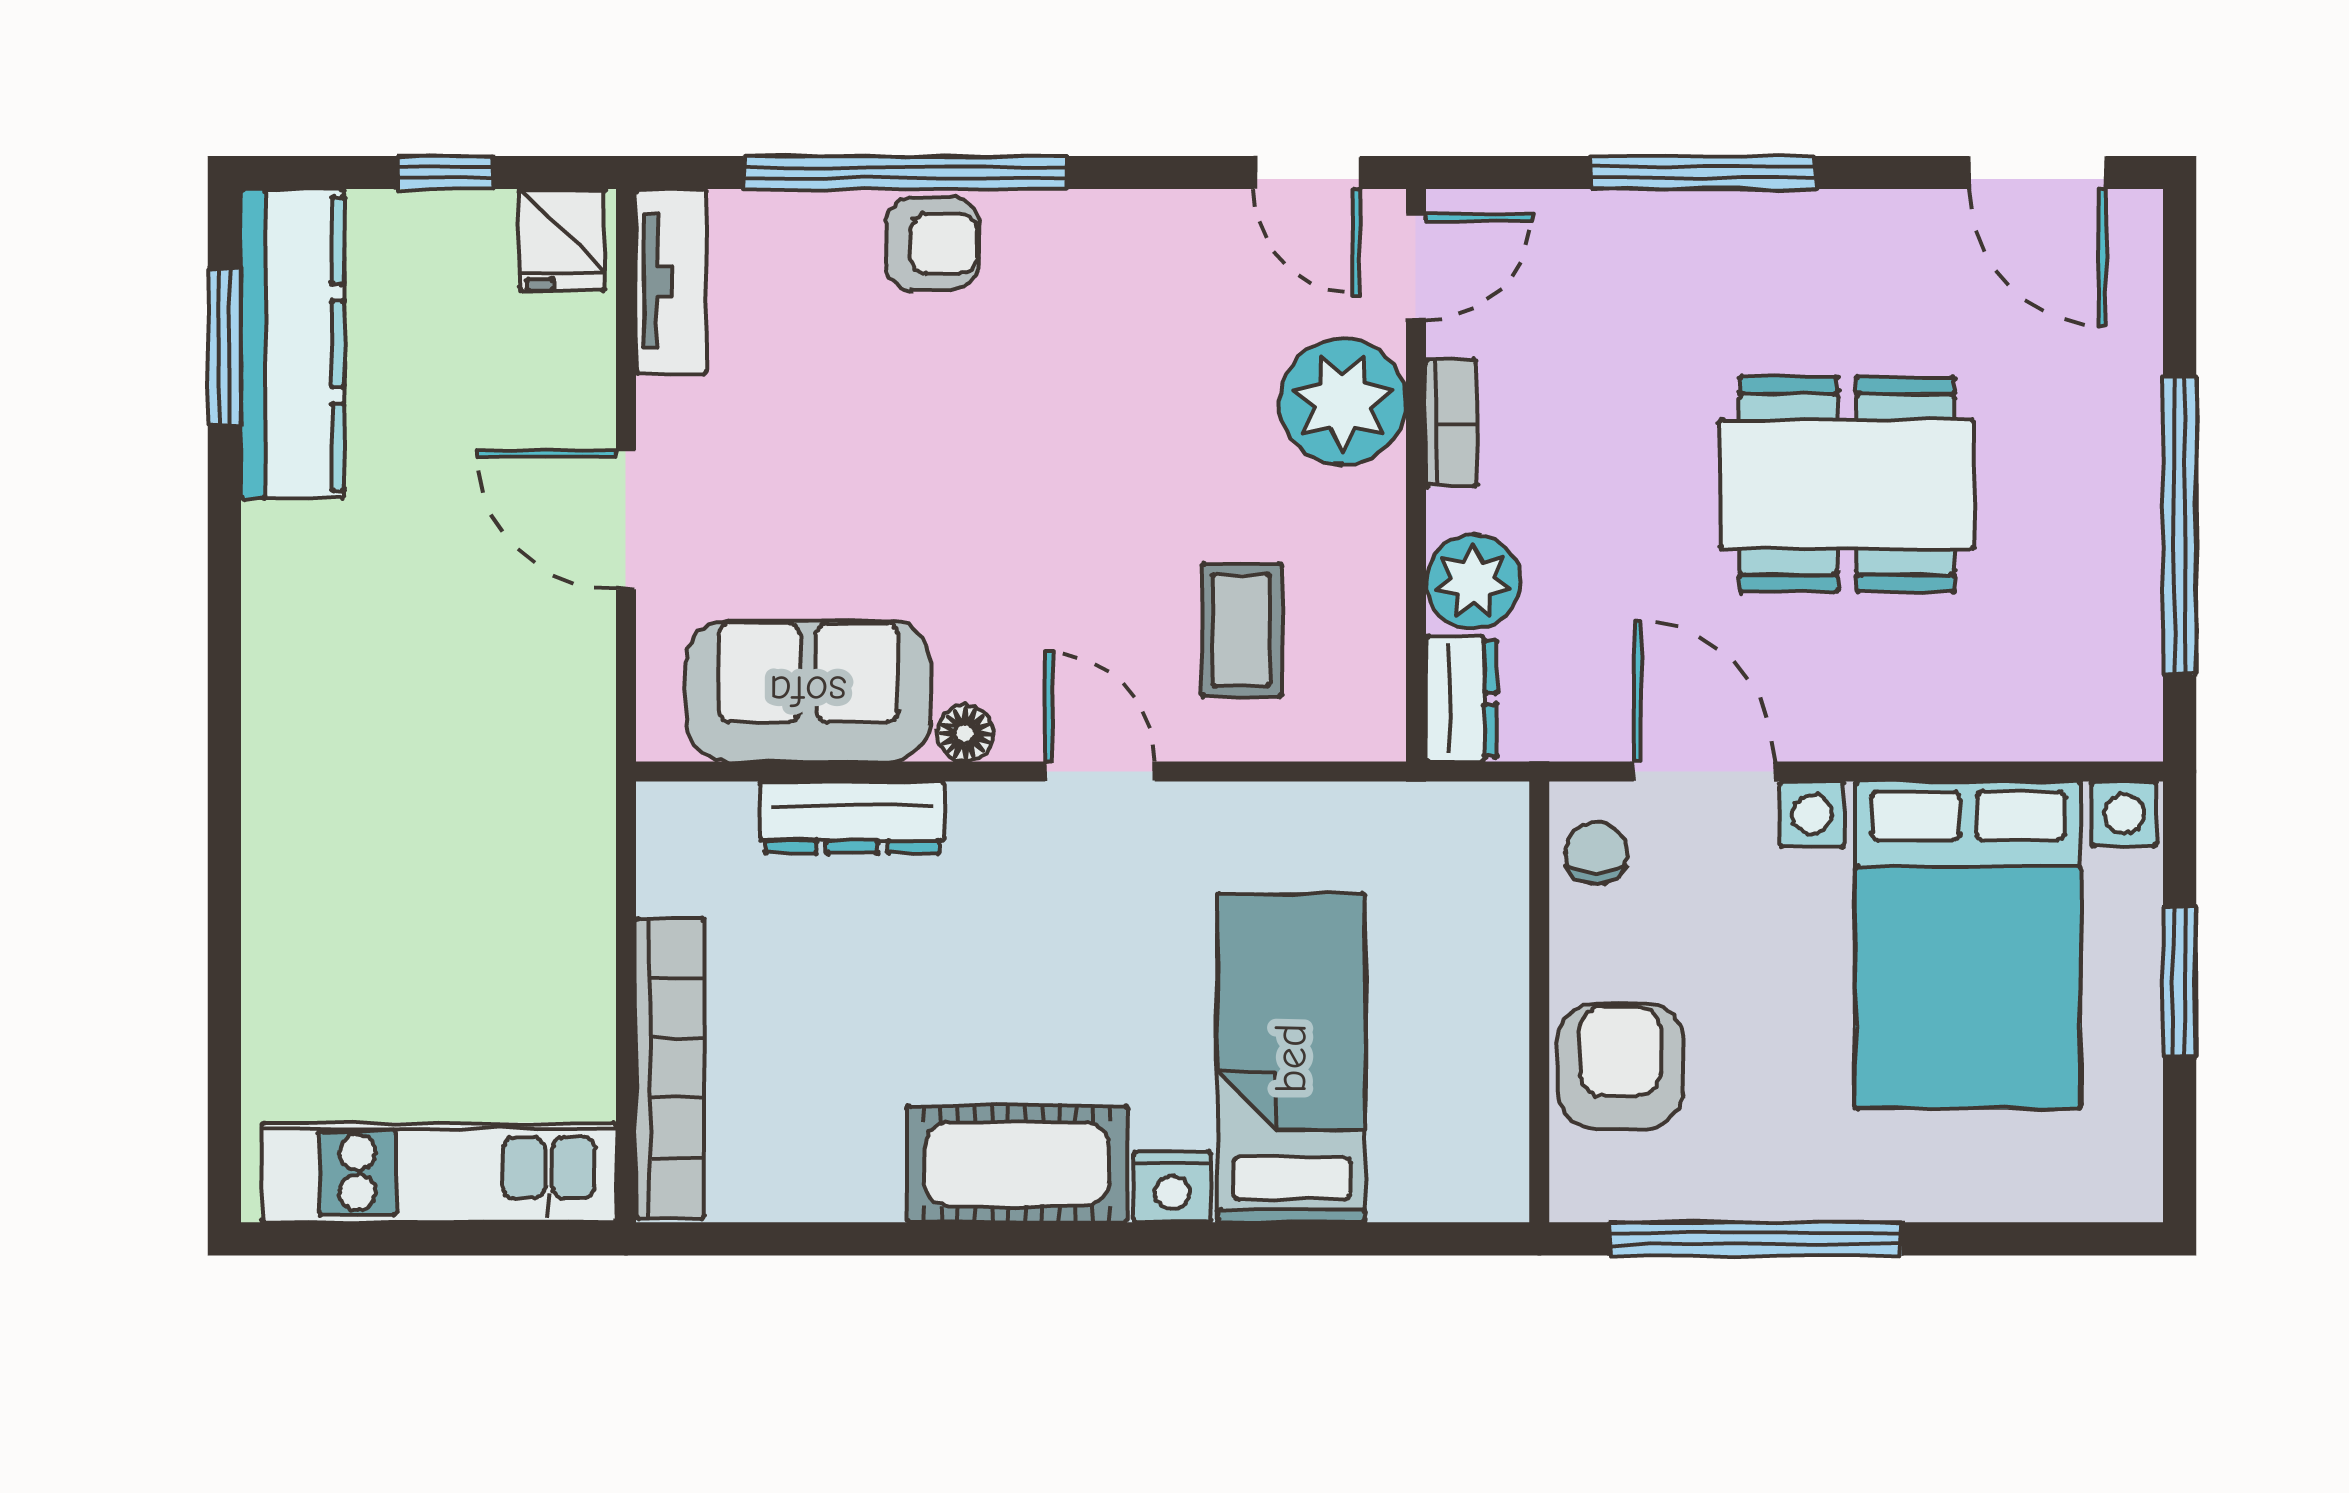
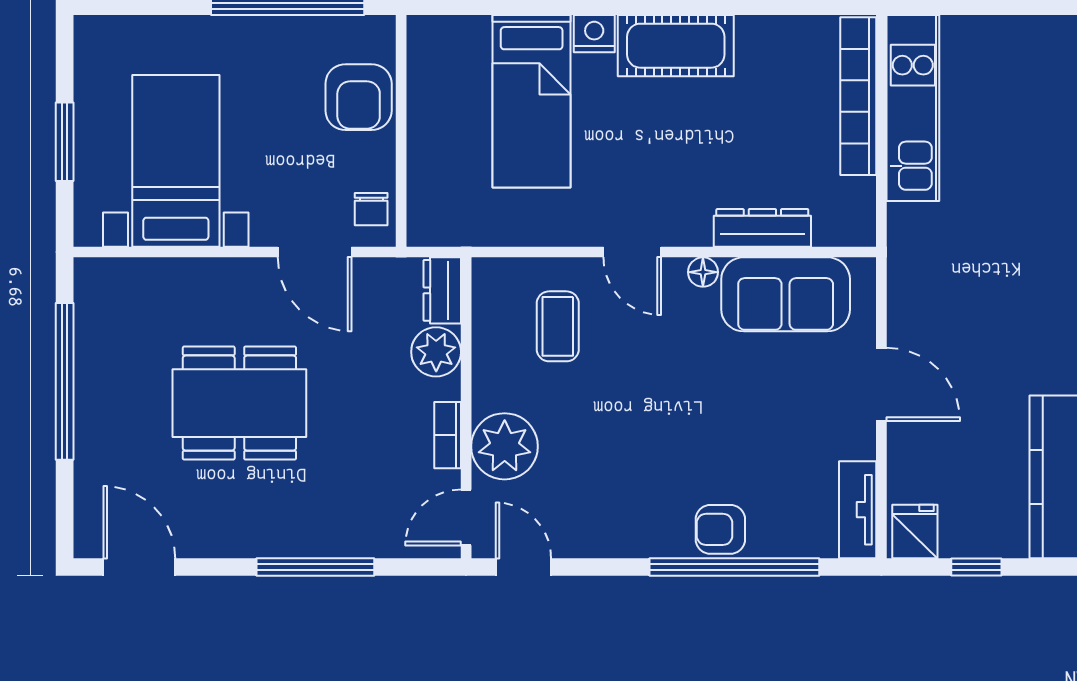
bed with nightstands: (1968, 945) -> (176, 161), width x0.73
kitchen unit: (439, 1173) -> (913, 108), moved, turned -90

